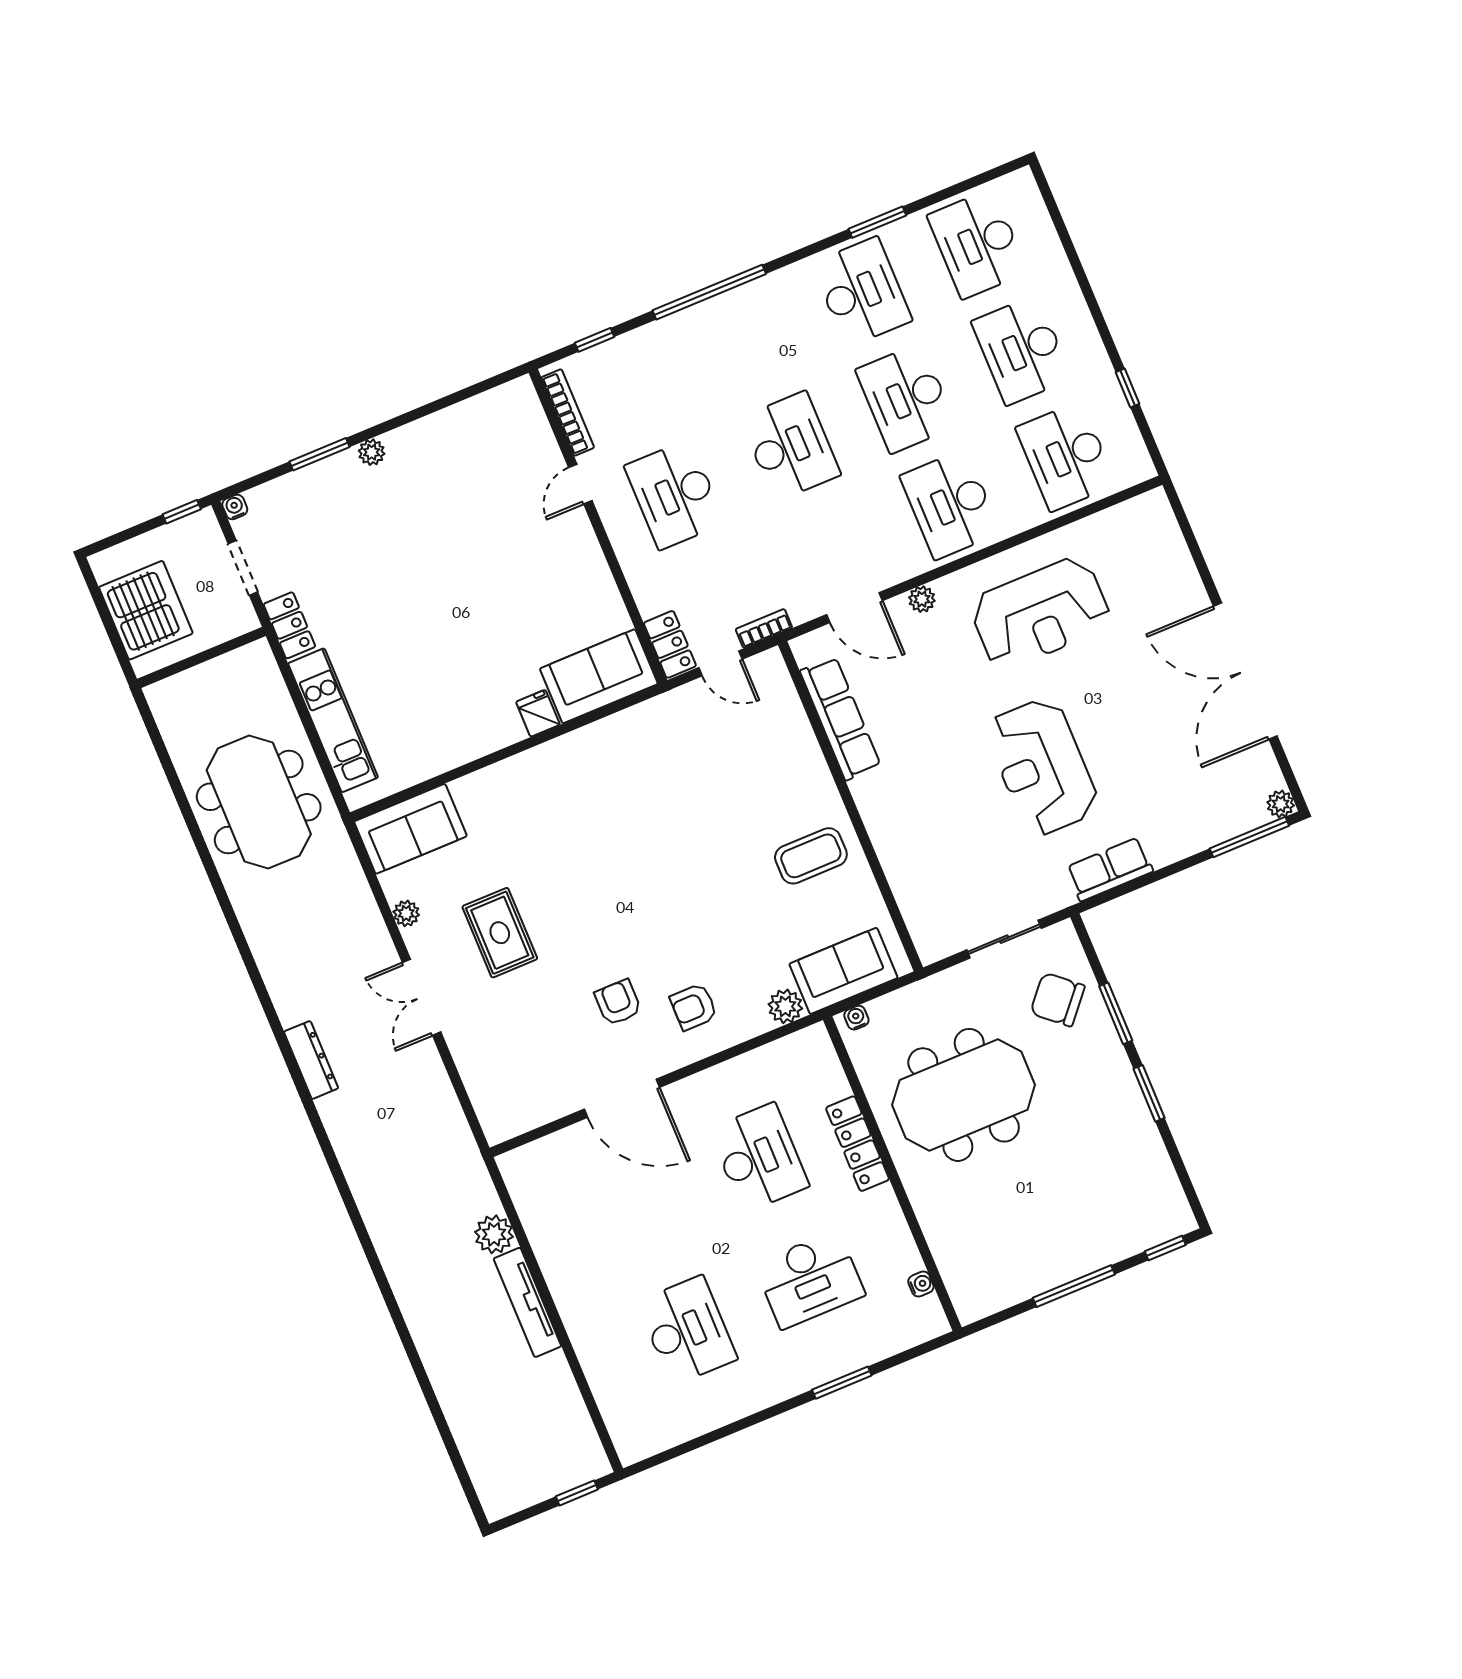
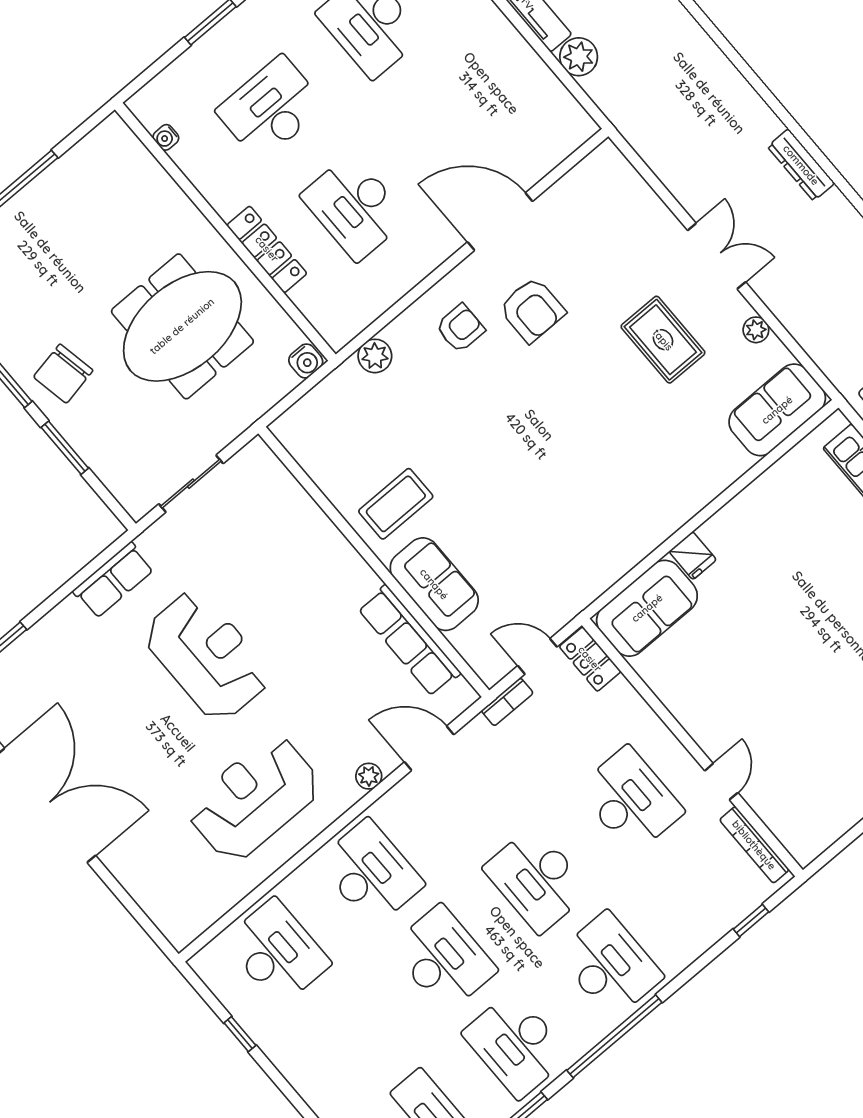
window: (709, 292) -> (614, 1036), moved
desk: (1022, 350) -> (610, 965), moved
sofa: (843, 971) -> (434, 584), moved, turned -90
chair: (1058, 1000) -> (63, 374), moved, turned 128
armchair: (618, 1002) -> (532, 310), width x1.38, depth x1.38
water cooler: (856, 1018) -> (306, 361), width x1.38, depth x1.38

